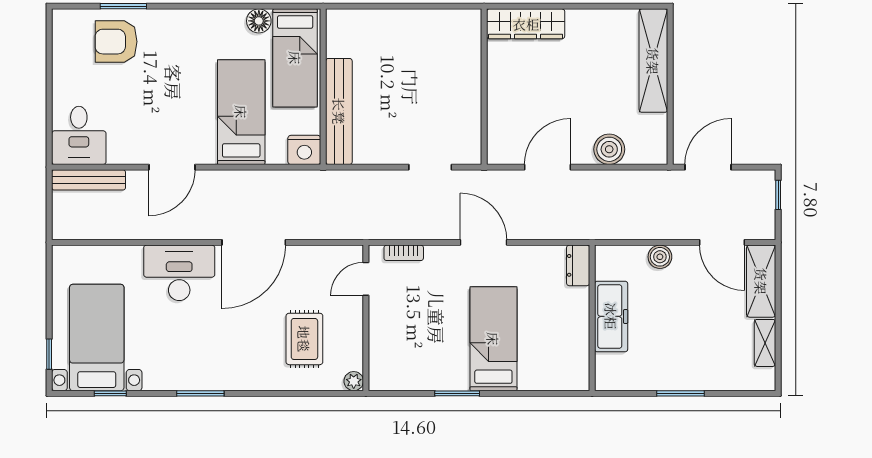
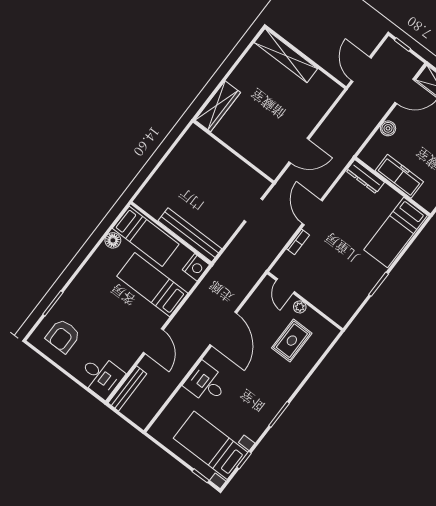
armchair: (116, 42) -> (63, 336), moved
boiler: (609, 149) -> (314, 112), removed
door: (548, 167) -> (299, 151), swing flipped
door: (483, 242) -> (312, 212), hinge flipped
bookcase: (404, 253) -> (298, 242), moved
dresser: (578, 265) -> (365, 177), width x1.44
desk: (179, 273) -> (206, 383), width x0.73
rug: (304, 339) -> (292, 341), turned 90
bed: (493, 339) -> (396, 233), moved, turned -90
plant: (354, 381) -> (300, 307), moved

